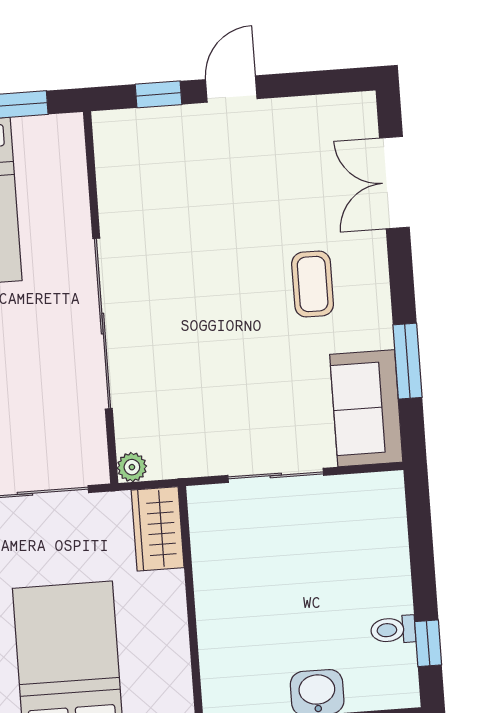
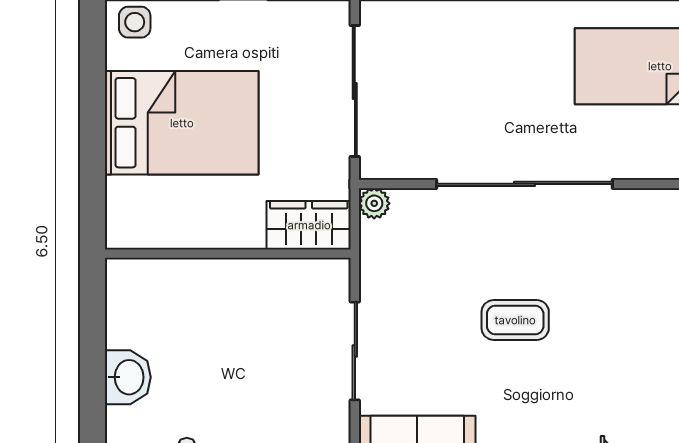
coffee table: (313, 284) -> (515, 320), moved

